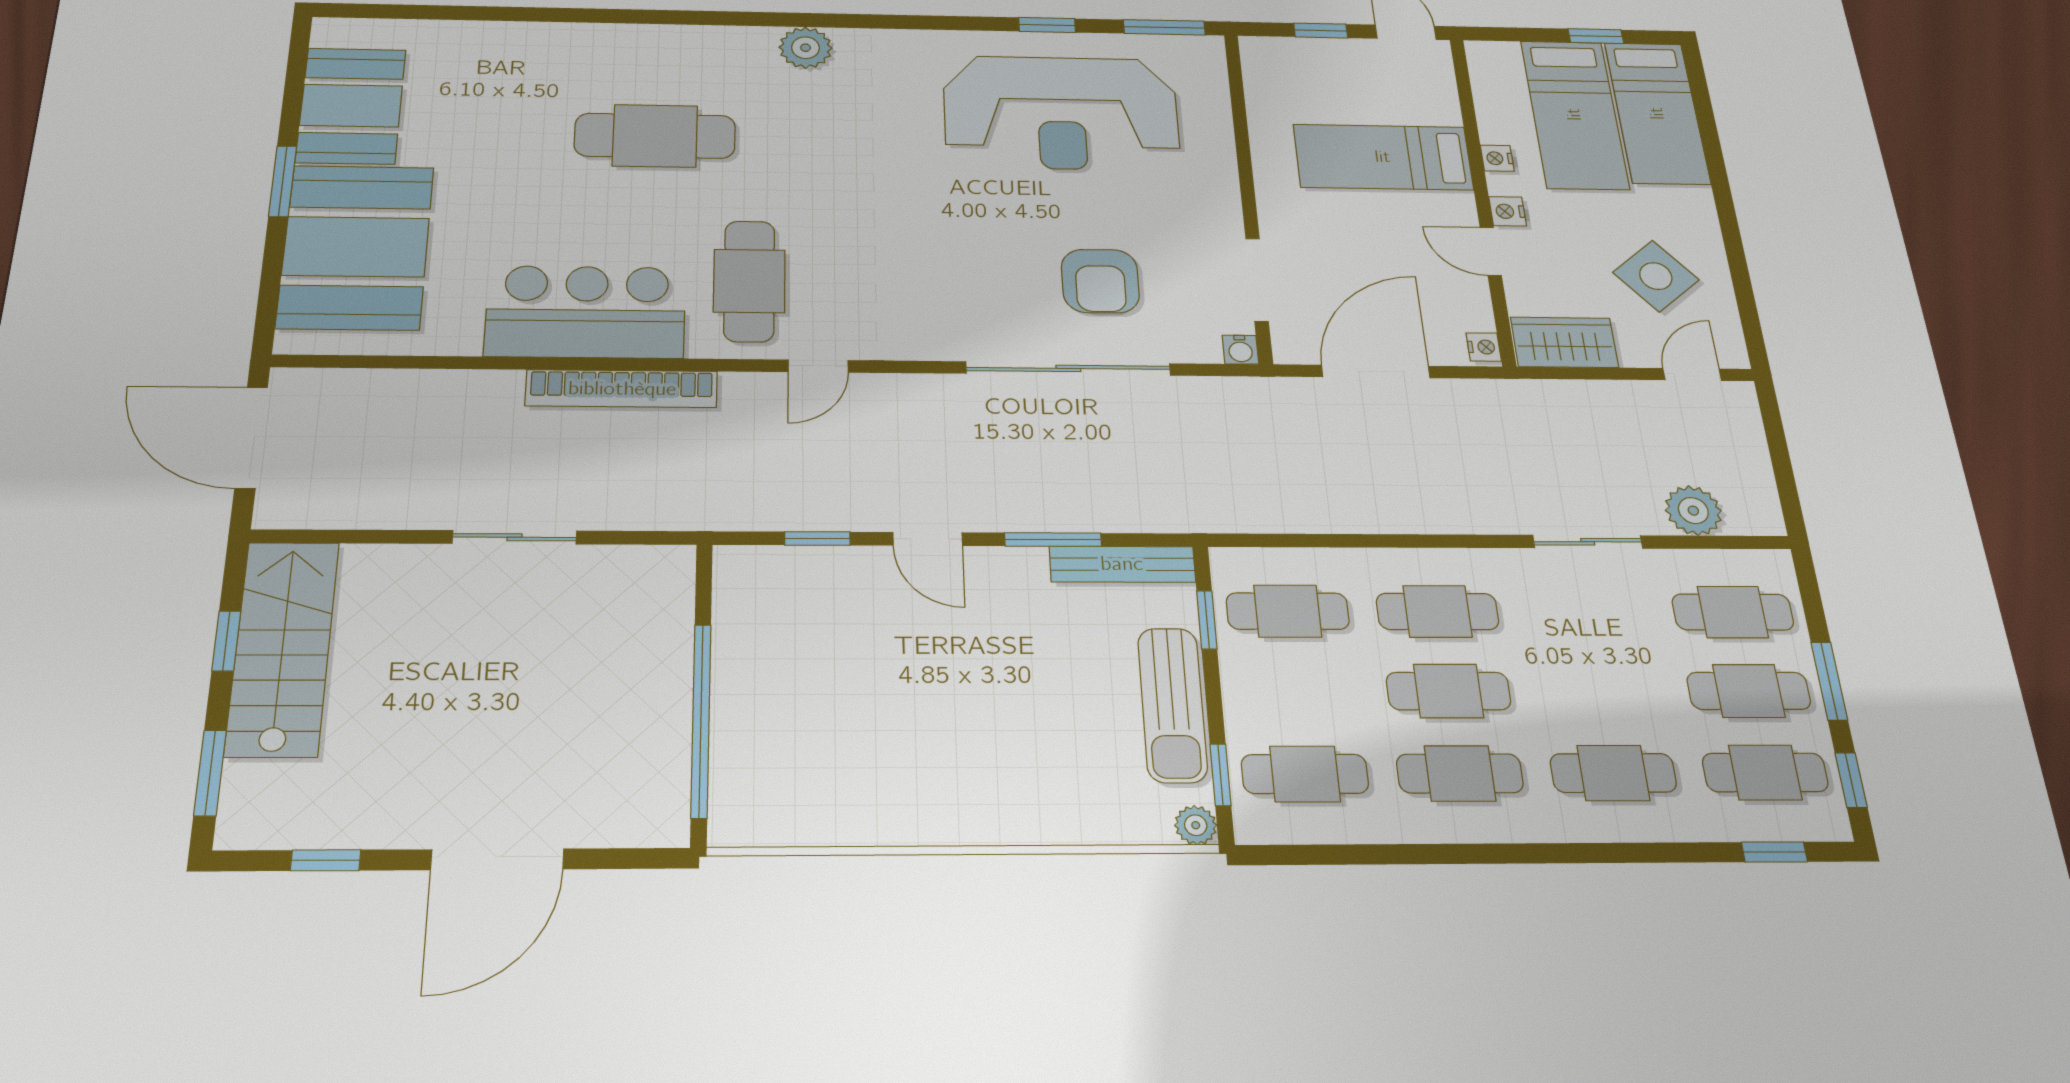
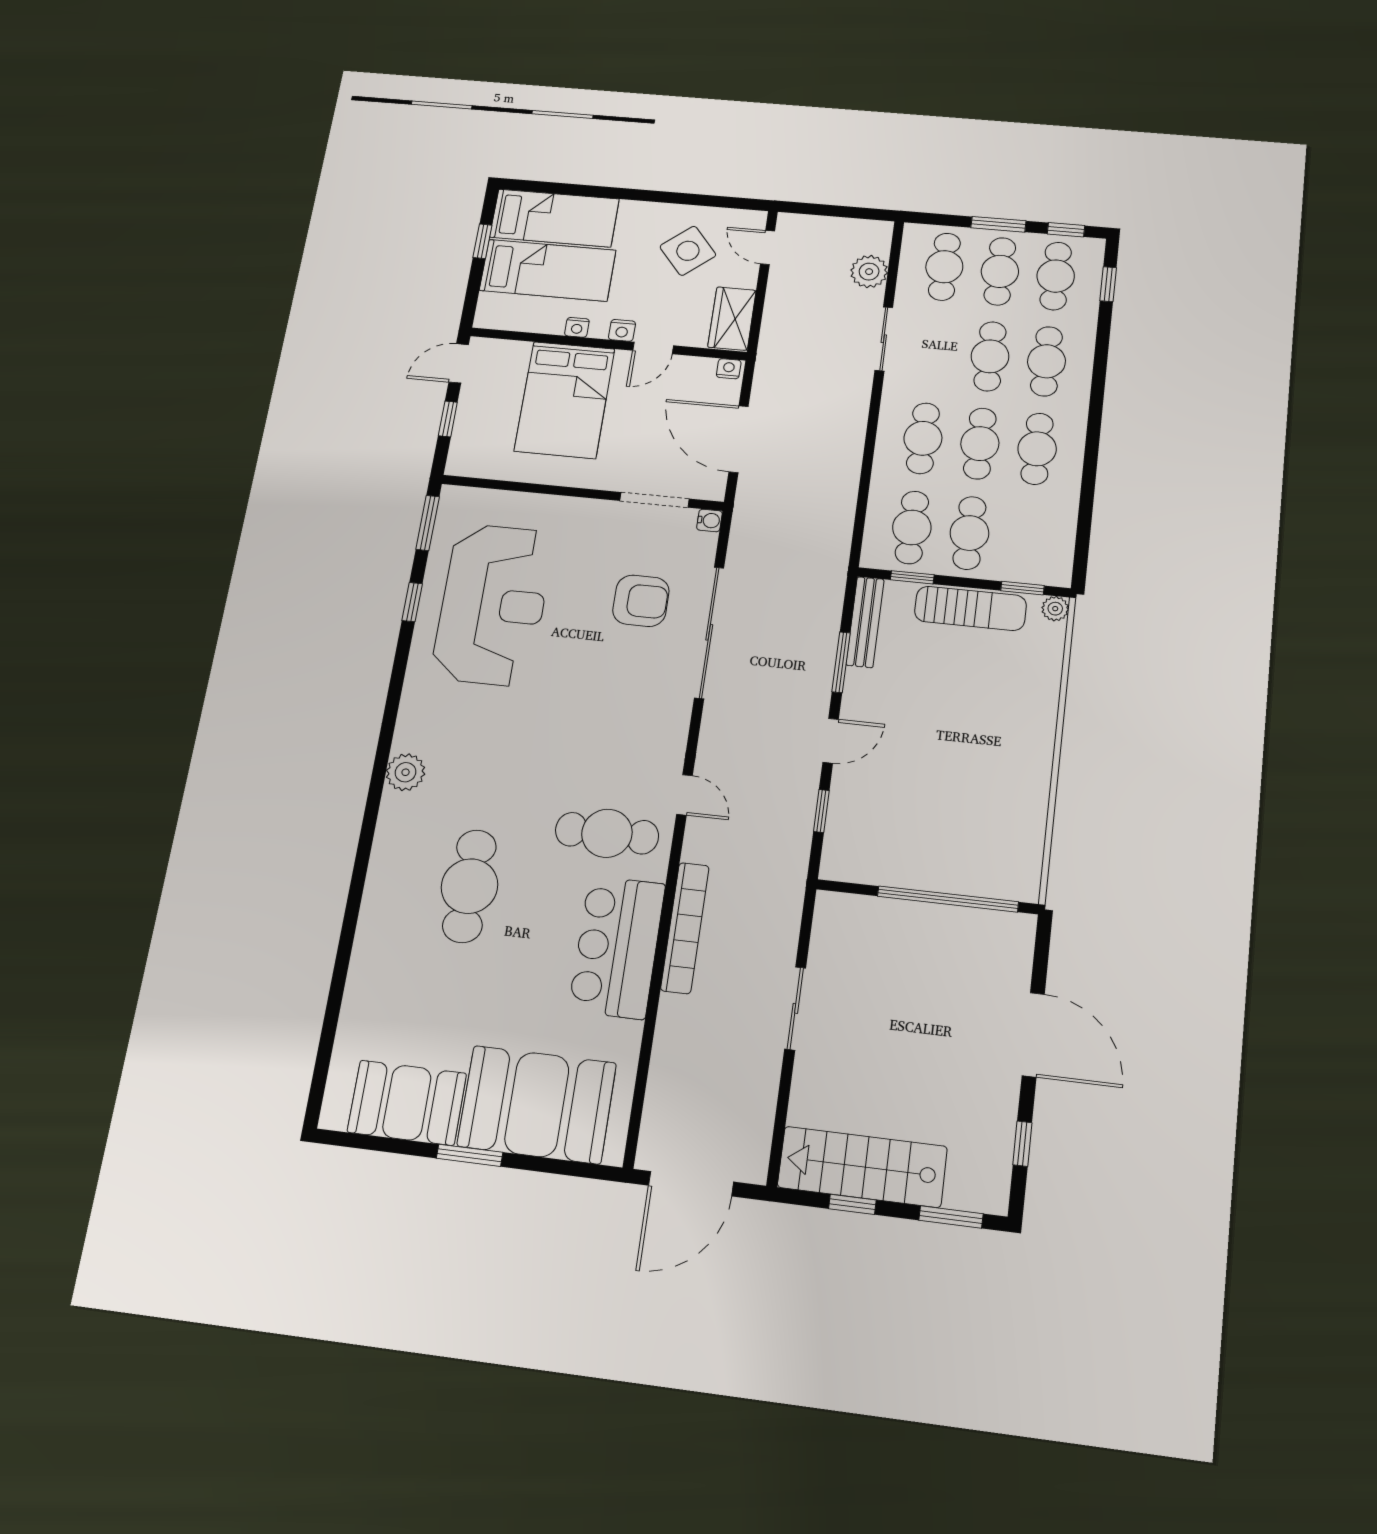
bed: (1383, 157) -> (565, 400), width x1.50
cafe table: (1599, 691) -> (990, 356), added
cafe table: (1305, 774) -> (969, 533), moved

